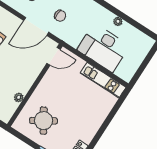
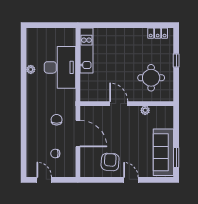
door: (53, 56) -> (119, 104), moved
round table: (43, 121) -> (151, 78), turned 32

